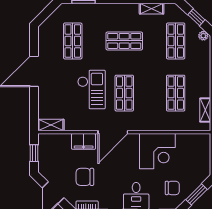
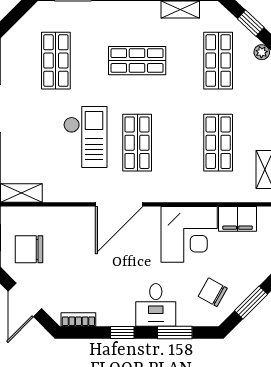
filing cabinet: (84, 141) -> (238, 219), moved
chair: (85, 177) -> (29, 249), moved
chair: (172, 188) -> (213, 292), turned -151

